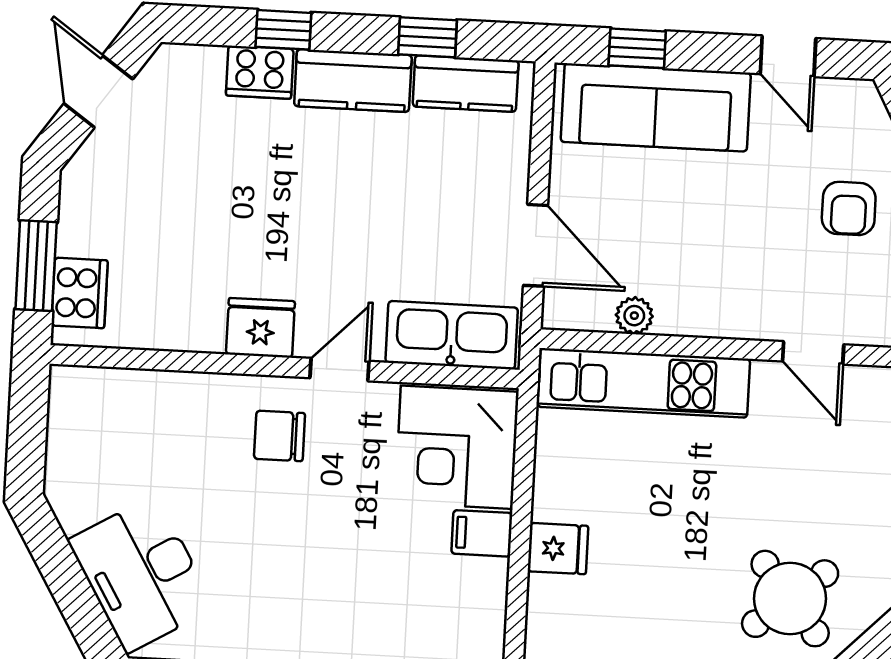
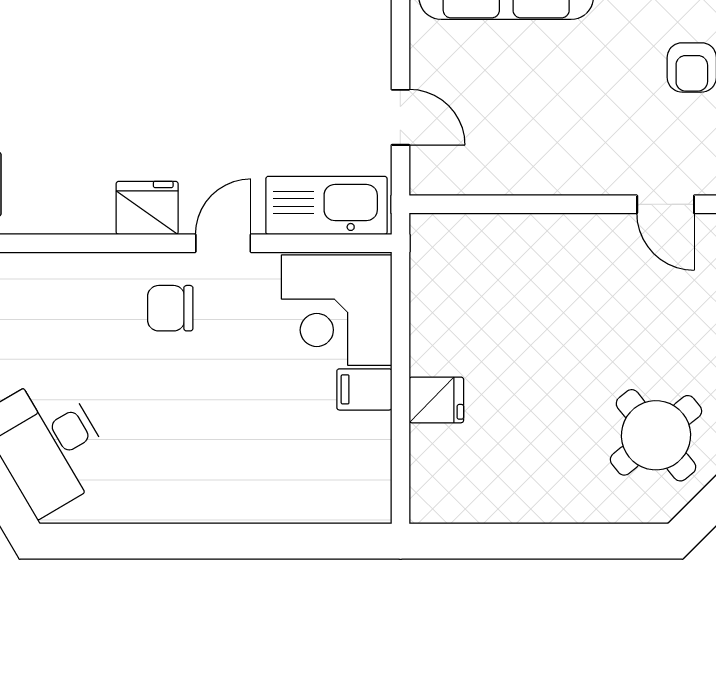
door: (536, 245) -> (400, 117), width x0.73
plant: (634, 316) -> (496, 178), removed
kitchen unit: (644, 383) -> (508, 241), removed

